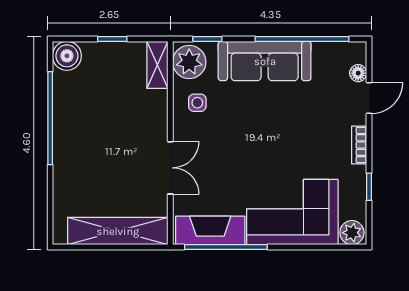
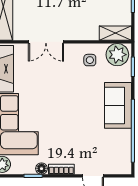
sofa: (265, 61) -> (118, 105), width x0.73
floor lamp: (358, 73) -> (42, 169), moved

